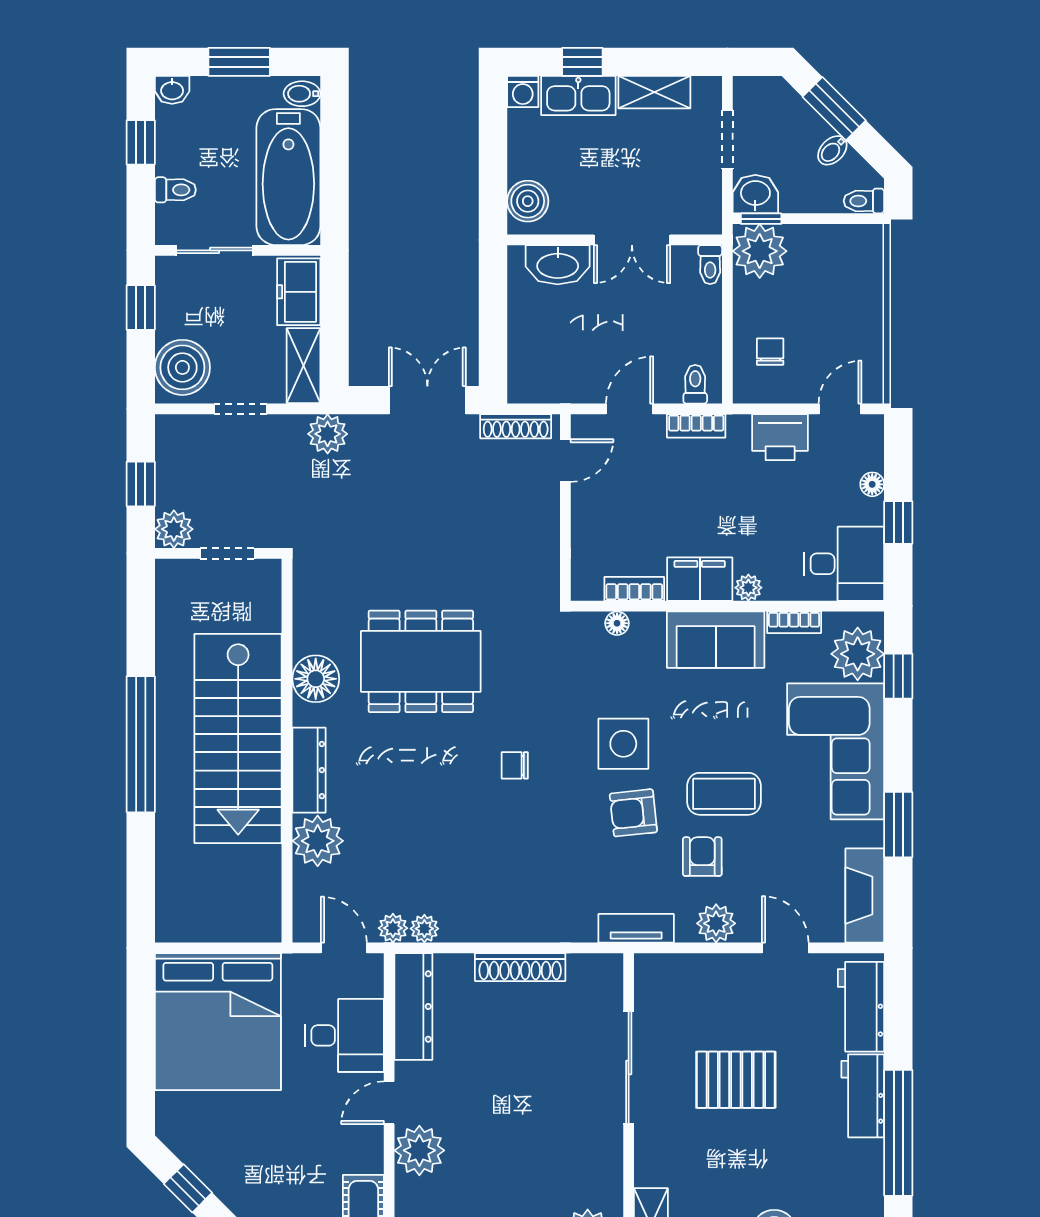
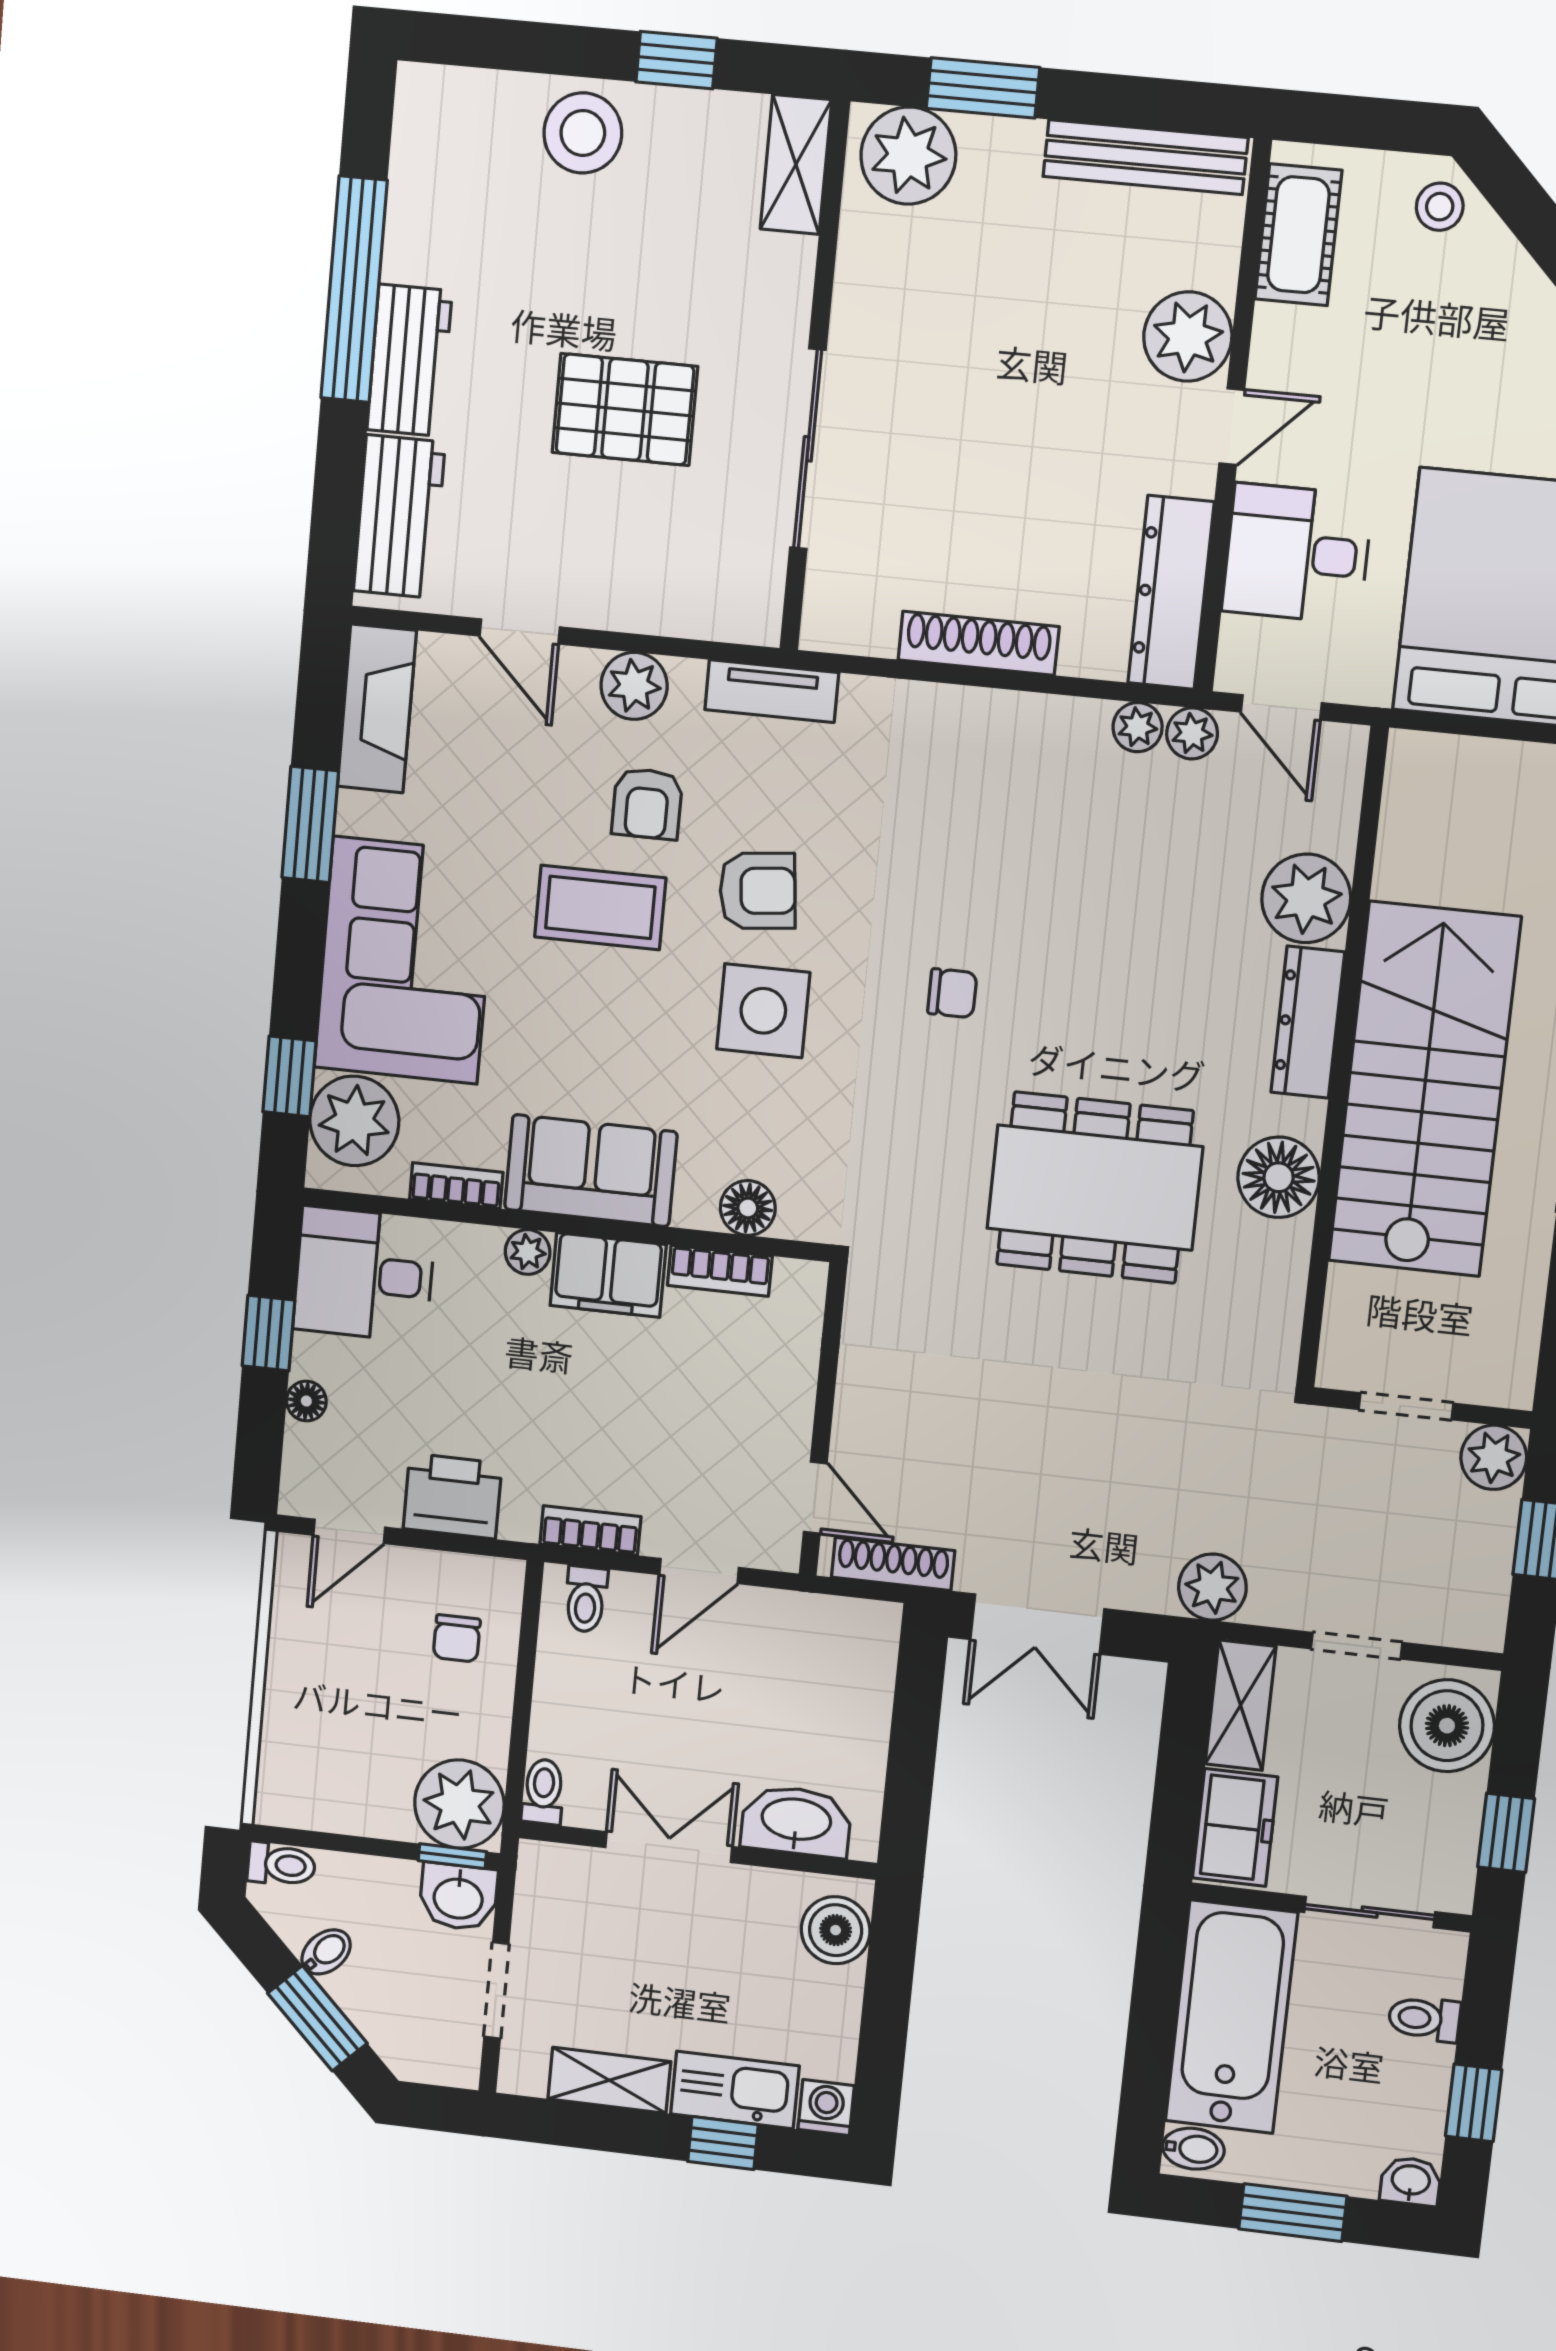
door: (565, 461) -> (815, 1498), swing flipped
floor lamp: (617, 623) -> (748, 1208), width x1.37, depth x1.37

